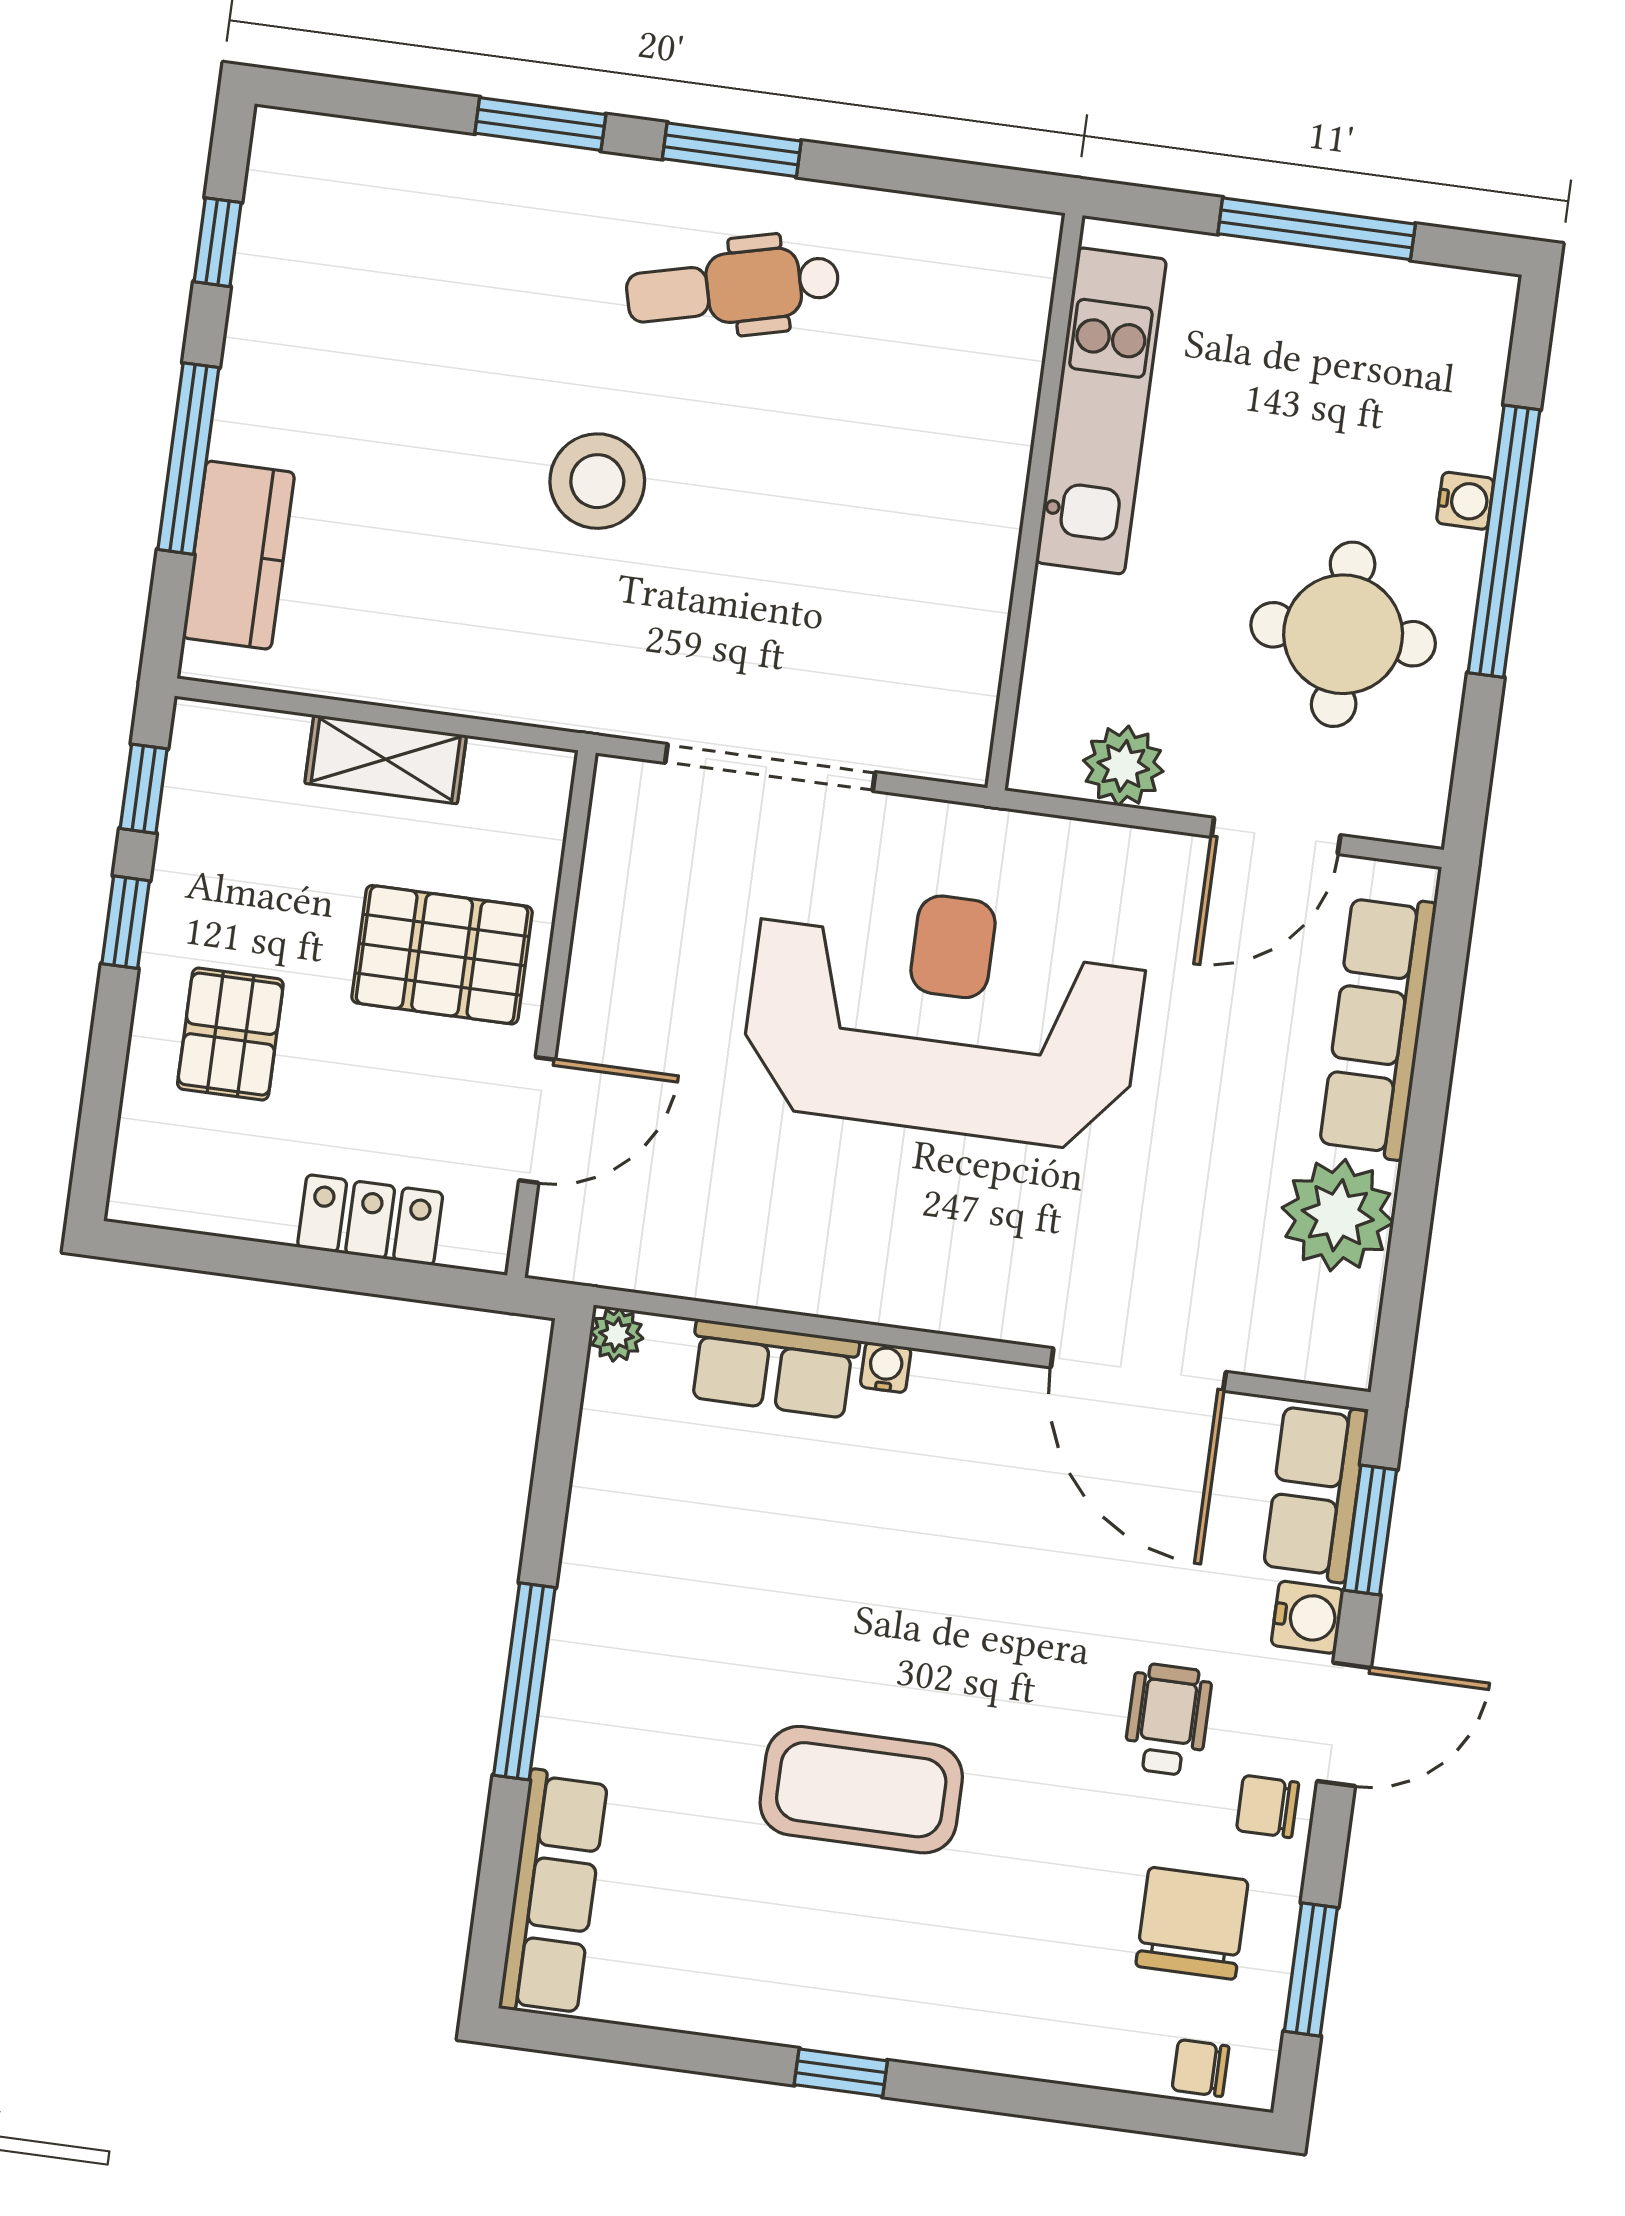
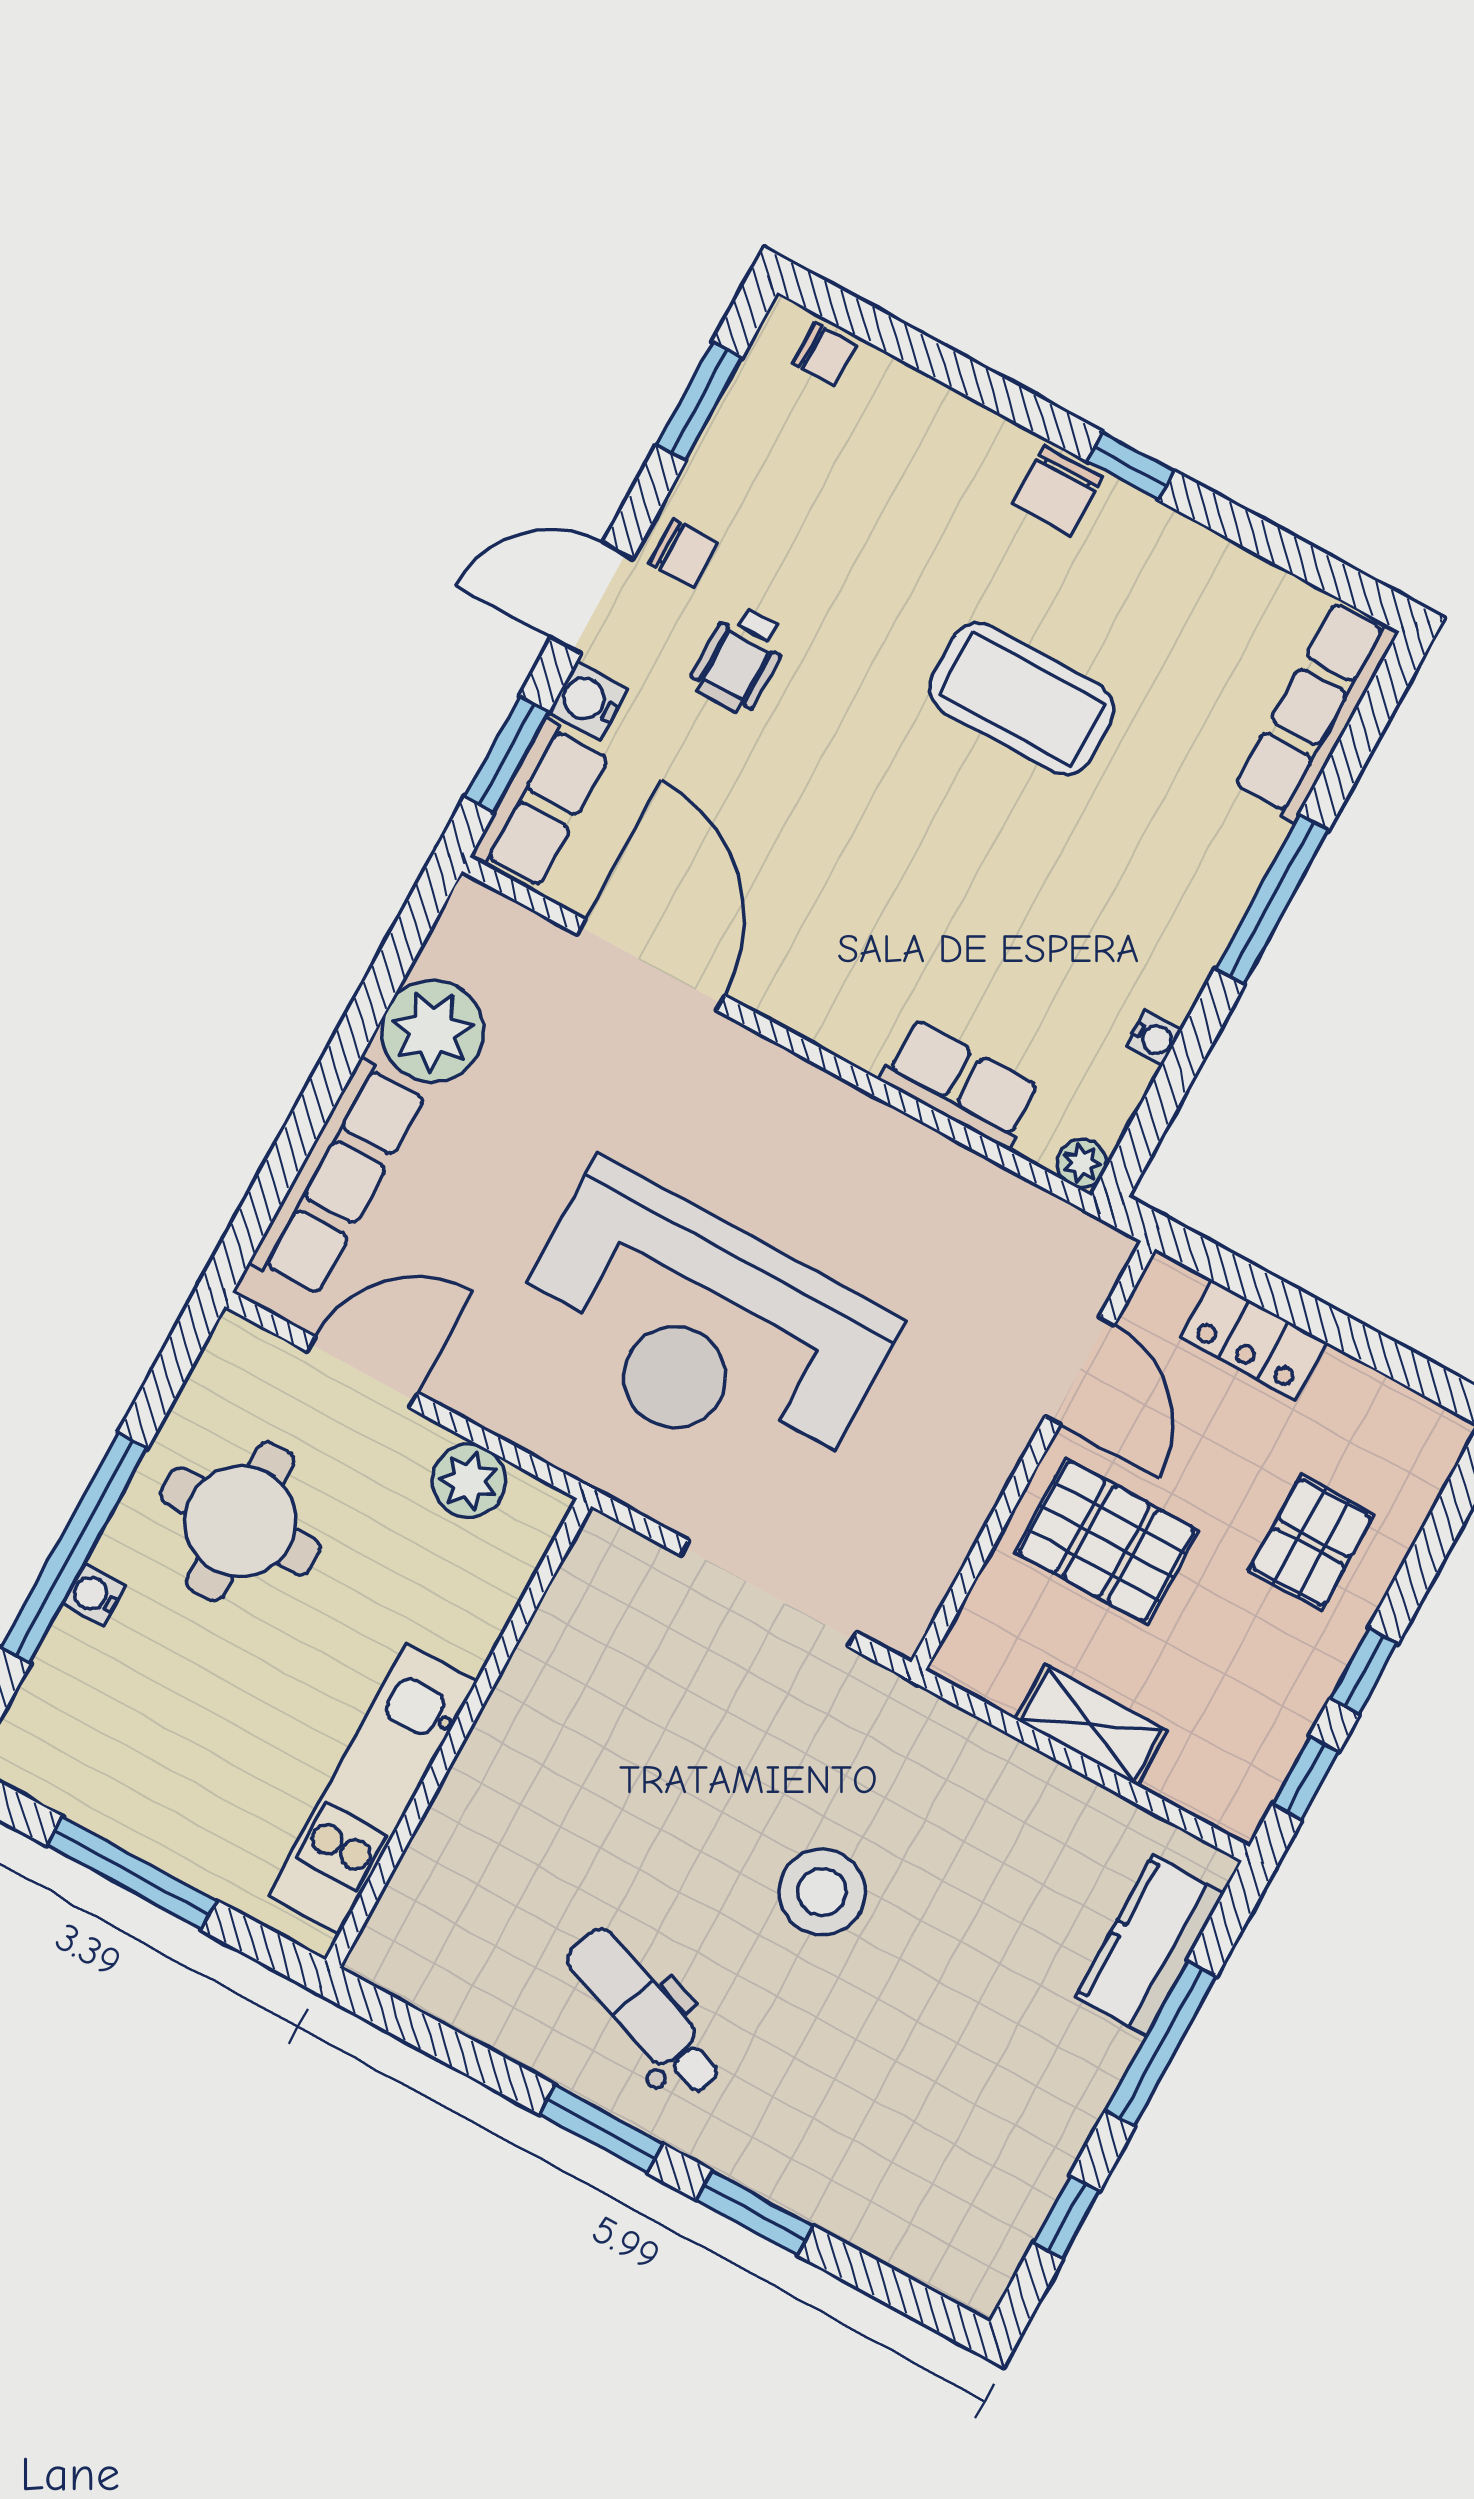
dental chair: (733, 288) -> (645, 2012), turned -146
door: (537, 1120) -> (1080, 1371), swing flipped
water cooler: (886, 1367) -> (1154, 1038), moved, turned -90
chair: (1192, 1923) -> (1057, 491), moved, width x0.73, depth x0.73

